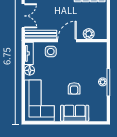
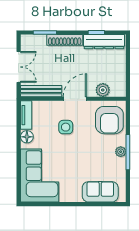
side table: (51, 51) -> (66, 127), moved
armchair: (74, 88) -> (109, 120), moved, width x1.88, depth x1.88
sofa: (75, 113) -> (100, 192), moved

